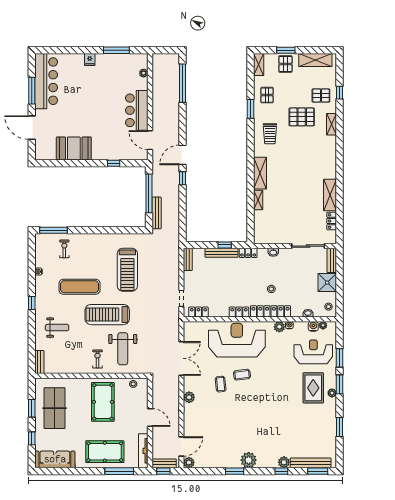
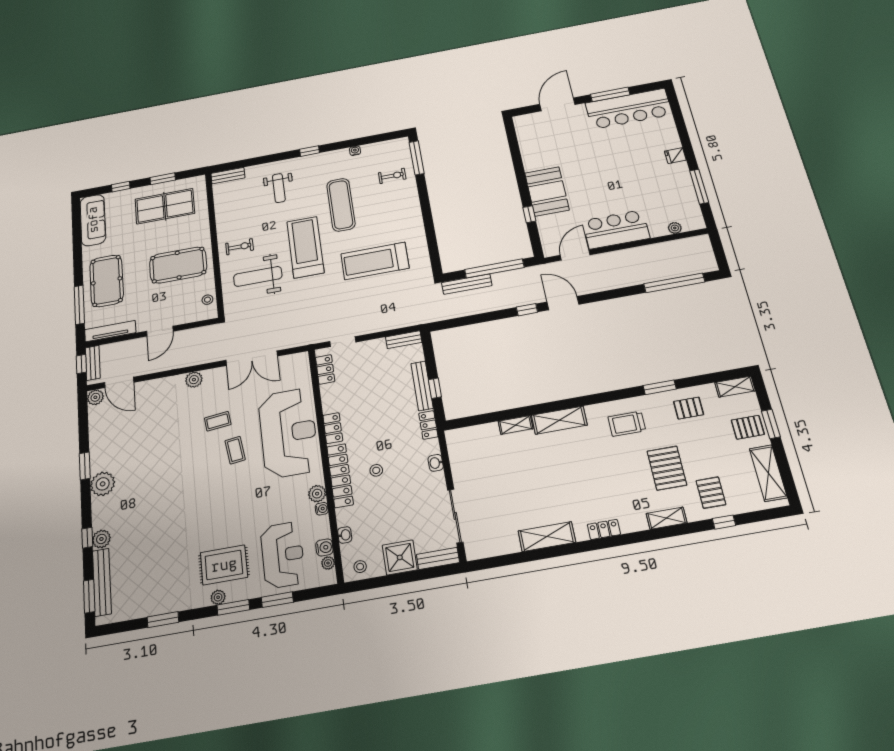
booth: (74, 149) -> (547, 191), moved
locker: (332, 221) -> (604, 529), moved

